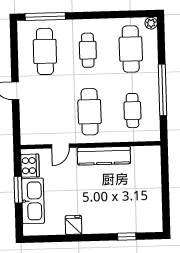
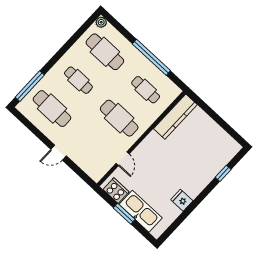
kitchen counter: (104, 156) -> (175, 117), moved

